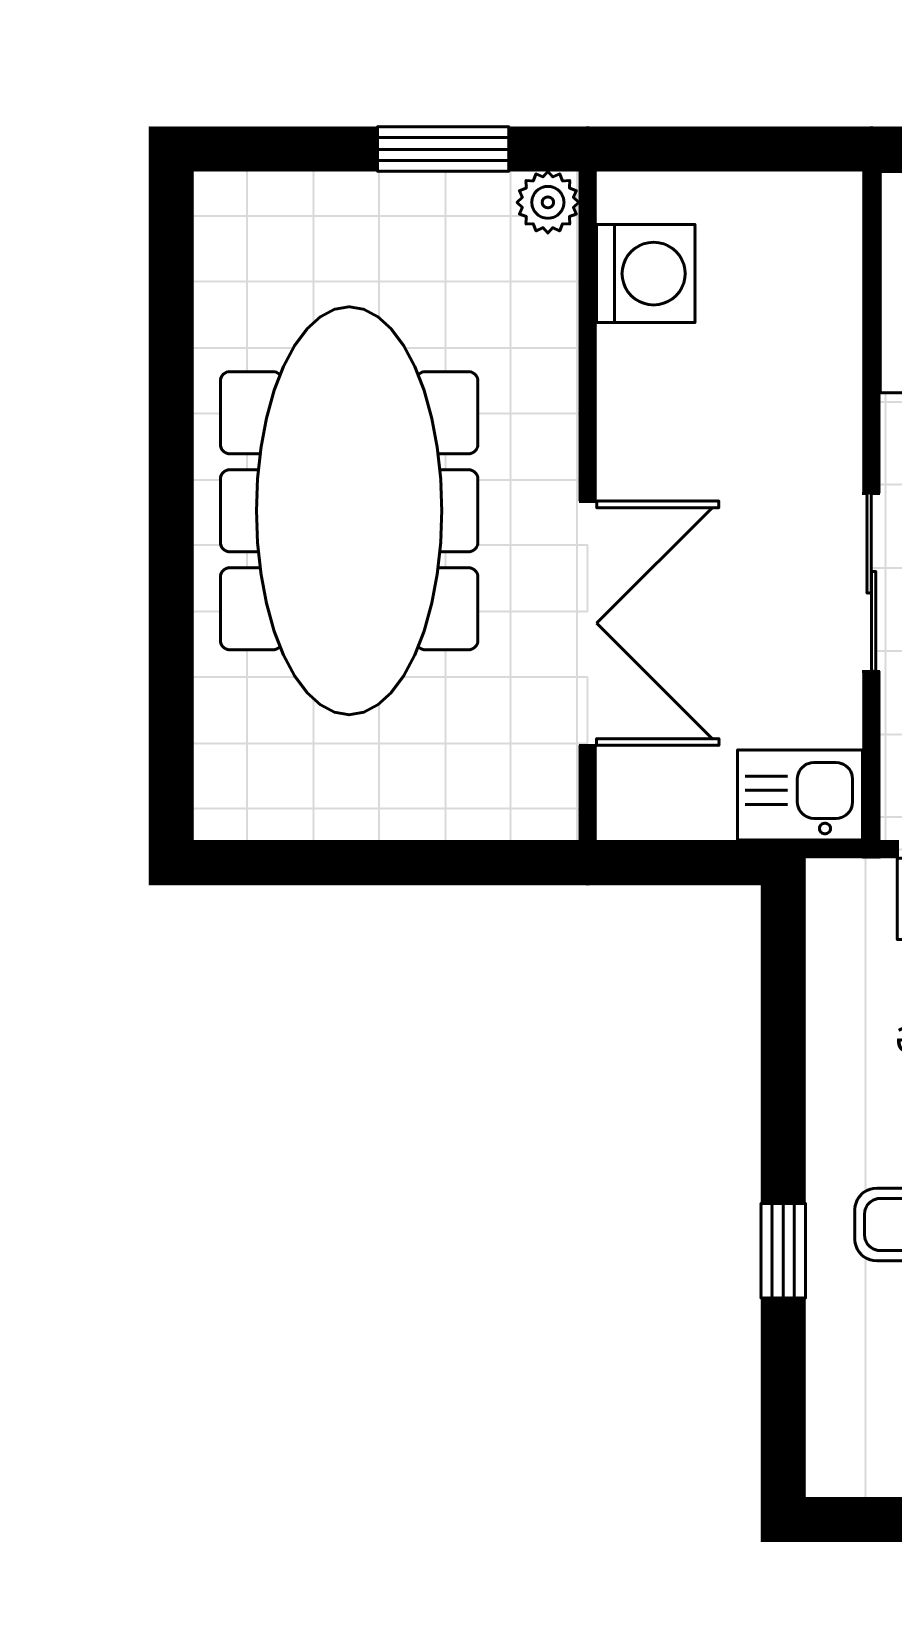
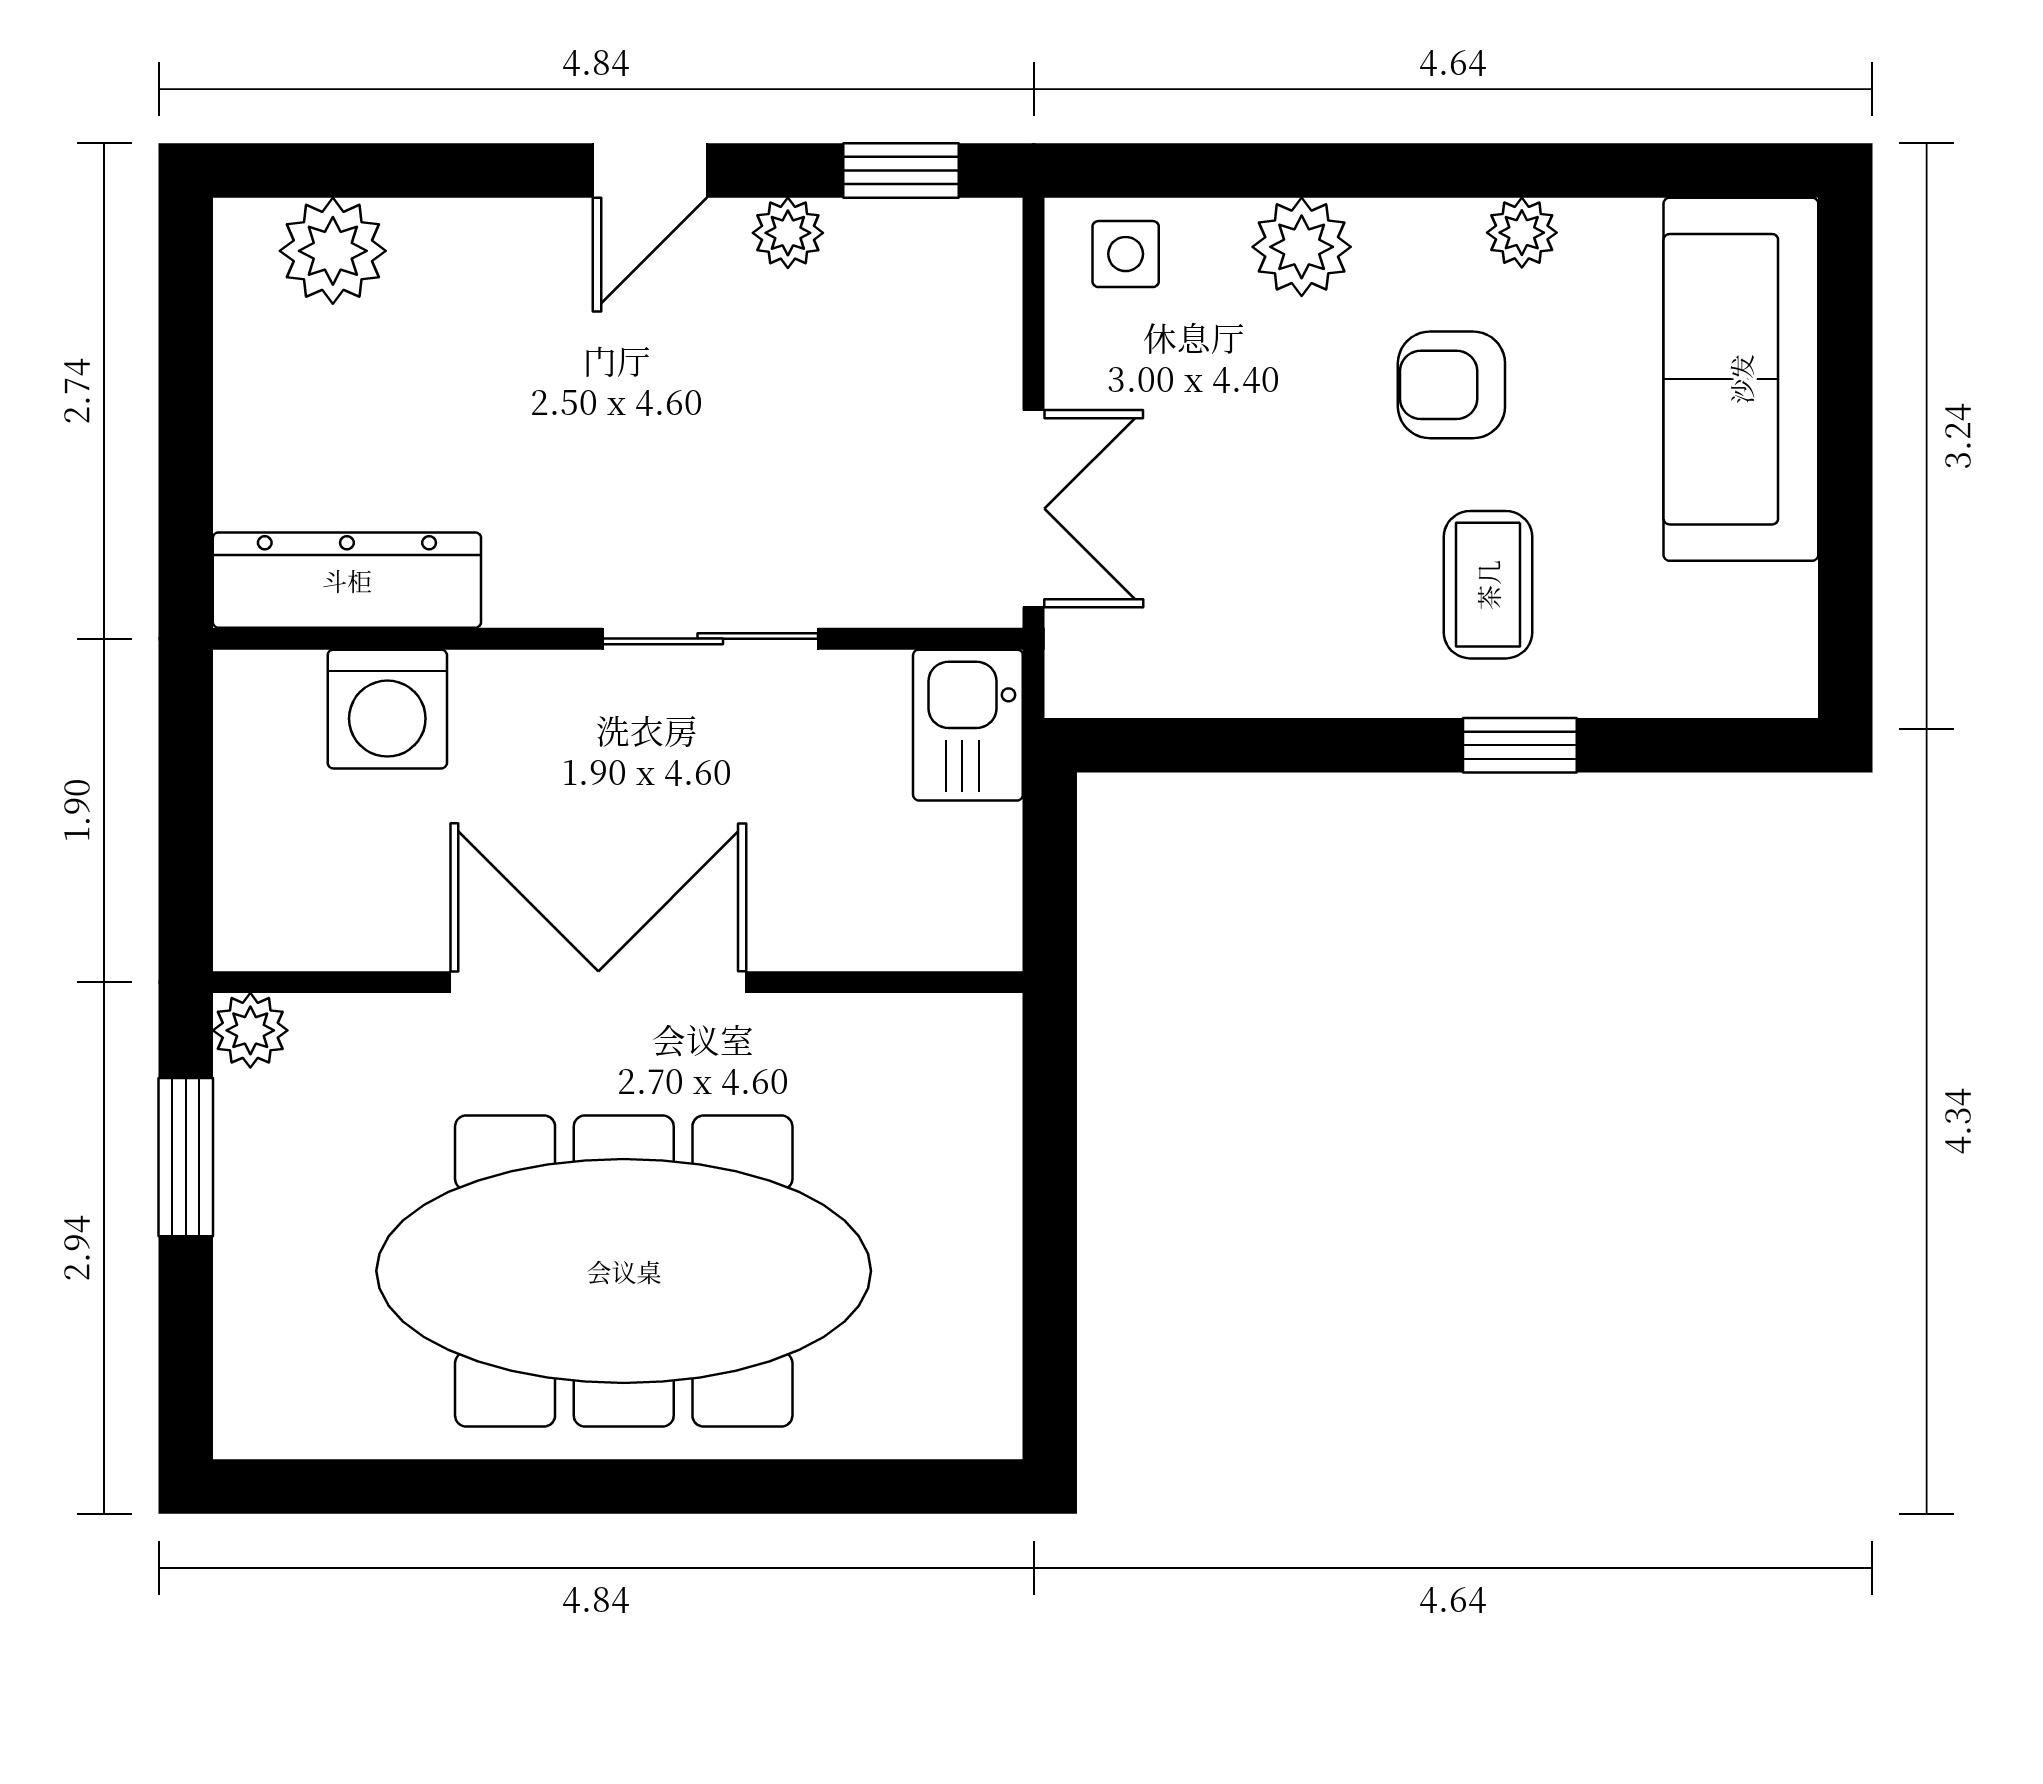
washing machine: (646, 274) -> (387, 709), moved, turned 180
double door: (588, 623) -> (598, 982), moved

